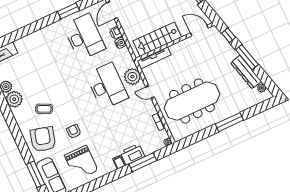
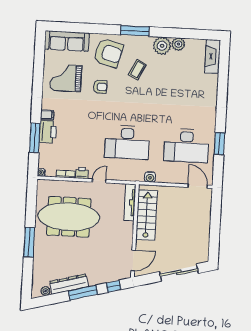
printer: (116, 33) -> (82, 173), moved
water cooler: (121, 43) -> (150, 177), moved
plant: (132, 77) -> (123, 172), removed
meeting table: (192, 101) -> (69, 217), turned 90
window: (35, 174) -> (135, 31), moved

